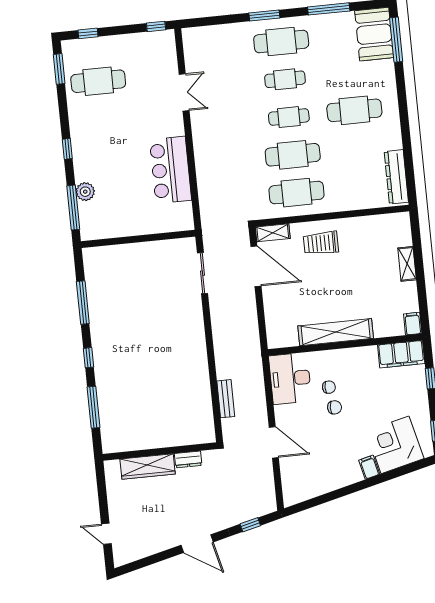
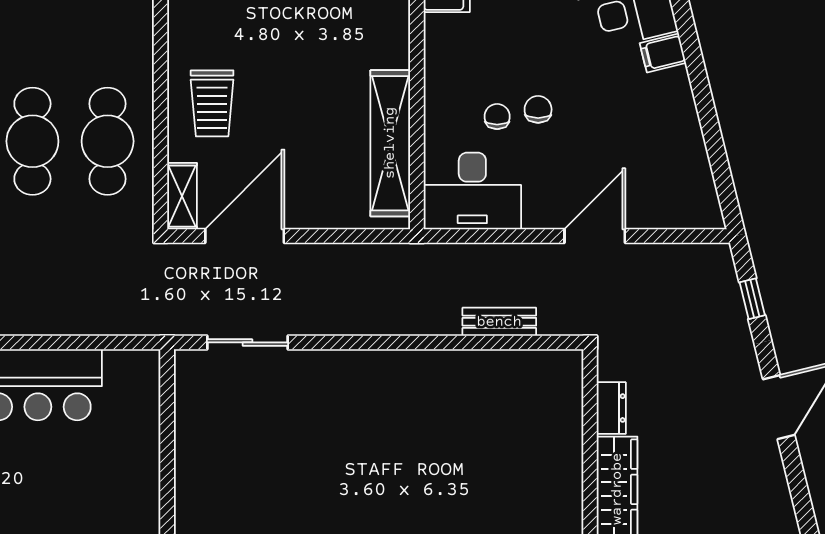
shelving: (336, 332) -> (390, 143), moved

